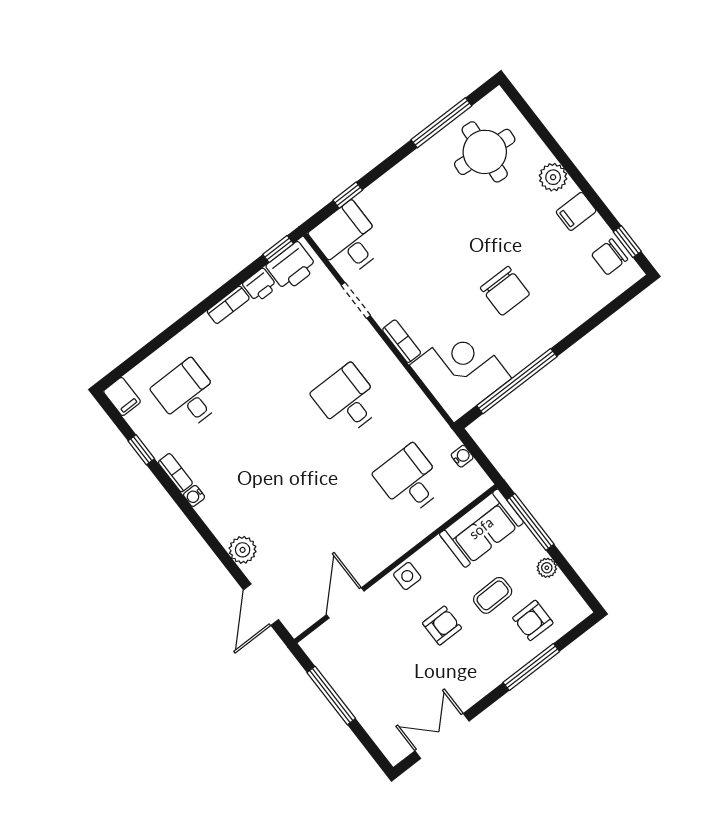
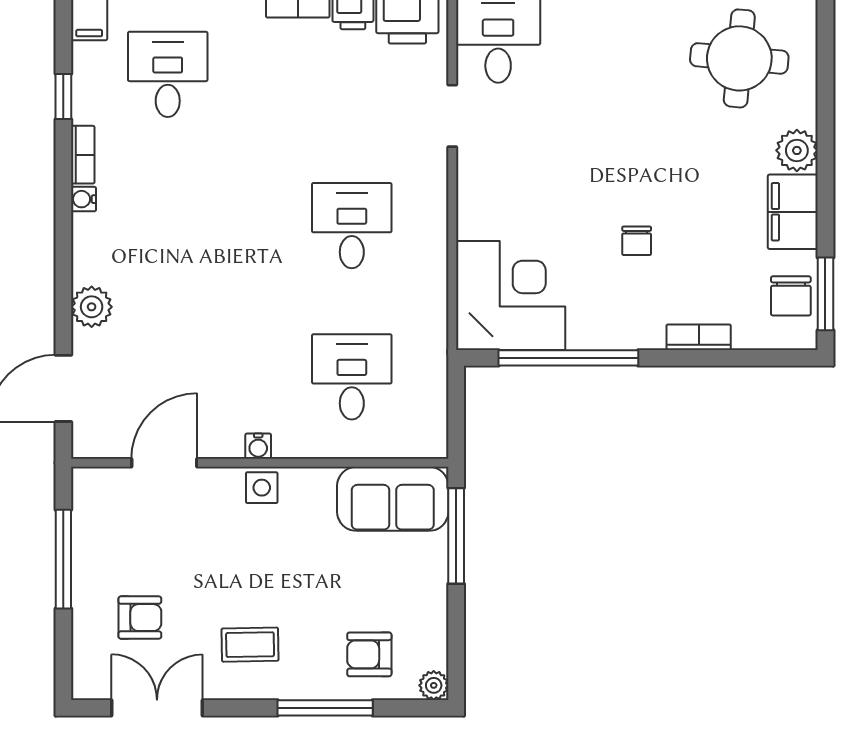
filing cabinet: (576, 211) -> (793, 212), width x2.00
window: (627, 242) -> (825, 294), width x1.50
chair: (610, 257) -> (791, 296), turned -90
chair: (505, 291) -> (637, 241), width x0.54, depth x0.54
bookcase: (402, 341) -> (699, 337), moved, turned -90
water cooler: (462, 456) -> (258, 446), moved, turned 90
plant: (547, 568) -> (434, 685), moved
coffee table: (493, 595) -> (250, 645), moved
armchair: (442, 626) -> (140, 618), moved

